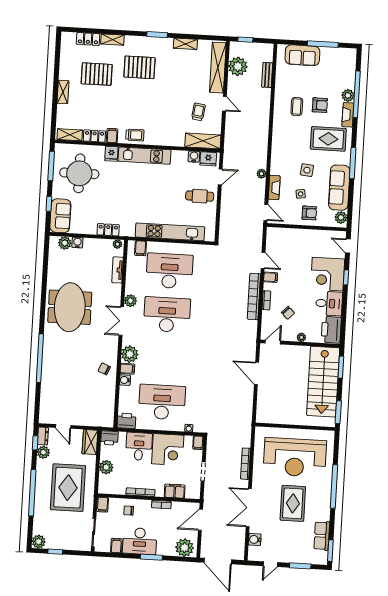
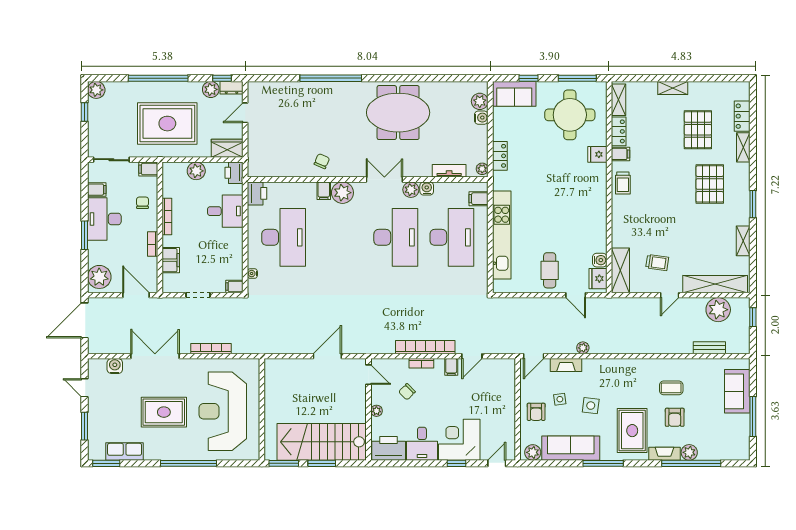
kitchen unit: (145, 156) -> (597, 197), removed
window: (341, 367) -> (322, 463), moved
water cooler: (125, 380) -> (427, 188), moved
corner desk: (168, 450) -> (223, 248), removed

